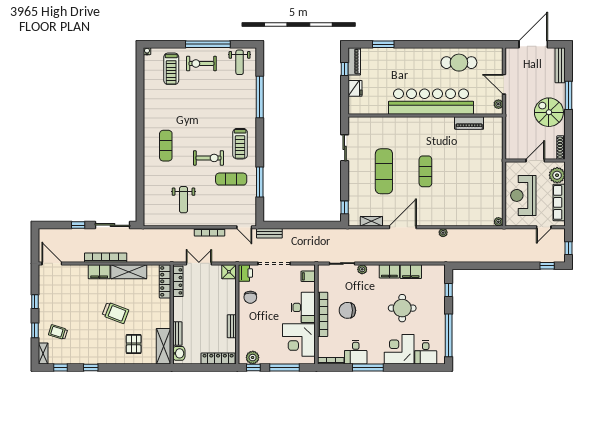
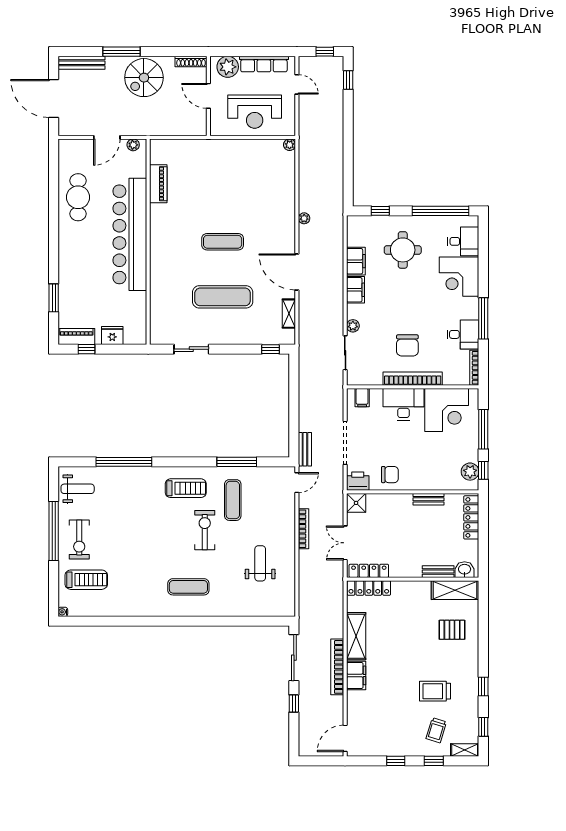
weight bench: (183, 200) -> (260, 563), turned -90
round table: (402, 308) -> (403, 250), moved
trolley: (115, 313) -> (435, 691), moved, turned -111

